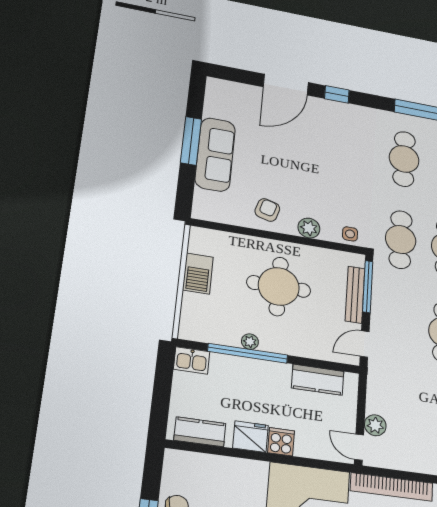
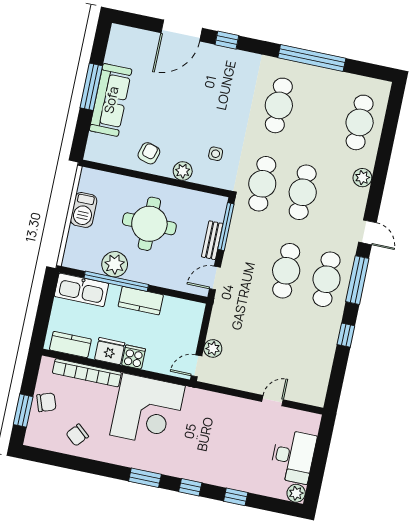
side table: (350, 234) -> (216, 154), moved
bench: (355, 295) -> (212, 240), width x0.73
plant: (250, 342) -> (115, 264), width x1.88, depth x1.88
kitchen sink: (192, 360) -> (81, 290), width x1.88, depth x1.24
kitchen counter: (318, 380) -> (141, 301), moved
door: (359, 447) -> (196, 366), hinge flipped
bookcase: (392, 487) -> (87, 373), moved

